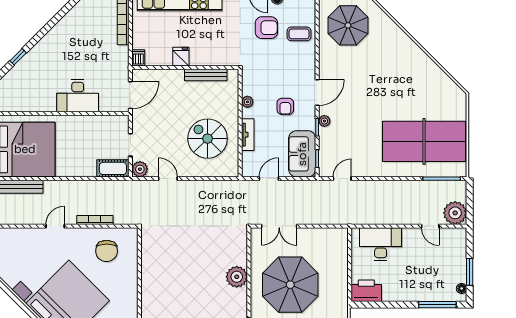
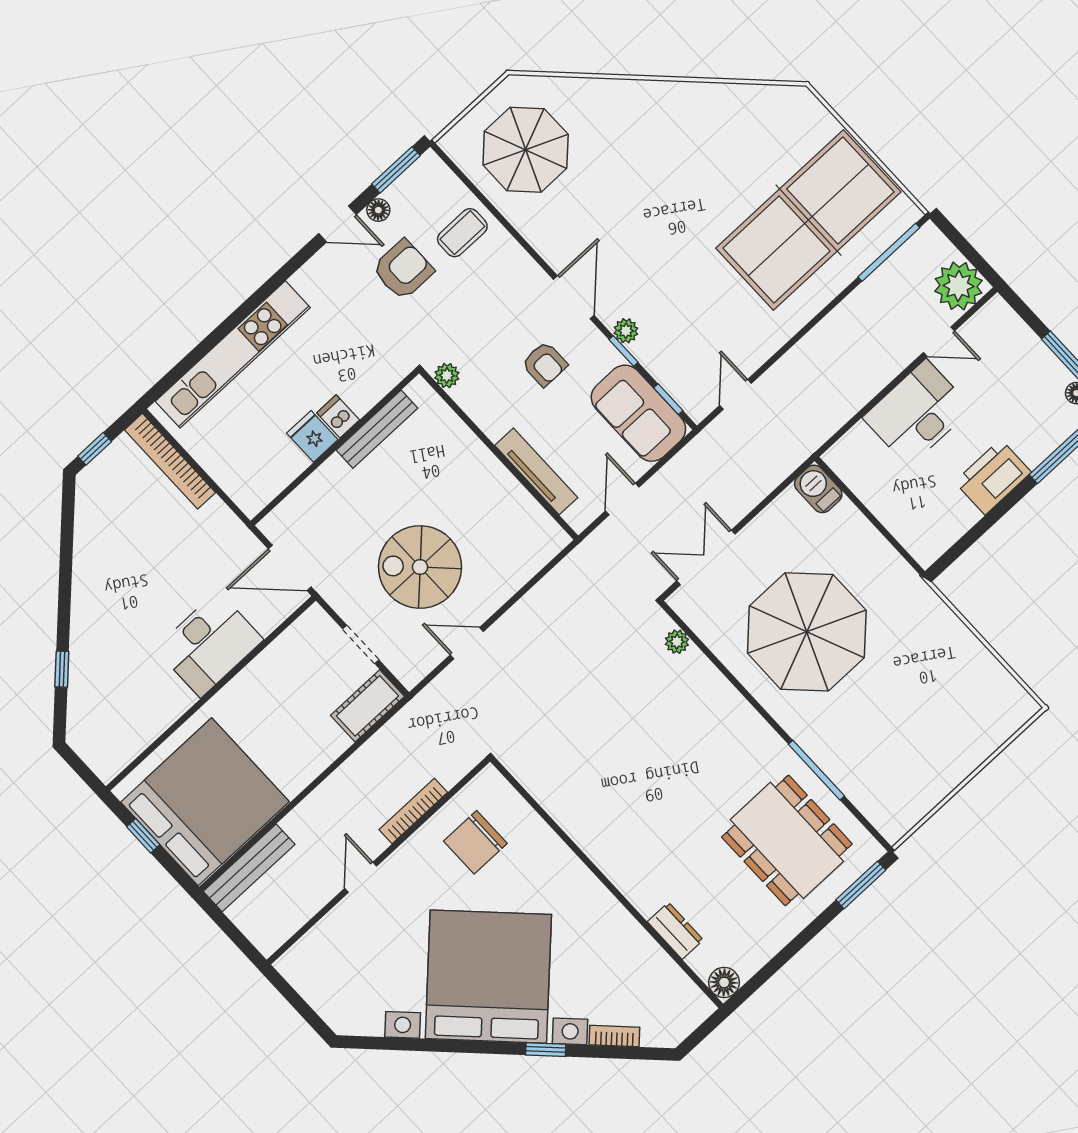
dishwasher: (138, 58) -> (338, 416), moved
door: (130, 95) -> (290, 568), swing flipped
plant: (247, 102) -> (447, 375), moved
tv unit: (248, 135) -> (536, 471), width x1.41
spiral stairs: (208, 139) -> (420, 567), moved
plant: (140, 169) -> (410, 669), removed
double door: (279, 226) -> (706, 557), swing flipped
barbecue: (340, 238) -> (818, 489), added
desk: (381, 244) -> (917, 413), moved
chair: (107, 251) -> (475, 842), turned 90
plant: (237, 277) -> (677, 642), moved, width x0.53, depth x0.53
printer: (366, 291) -> (993, 477), moved

